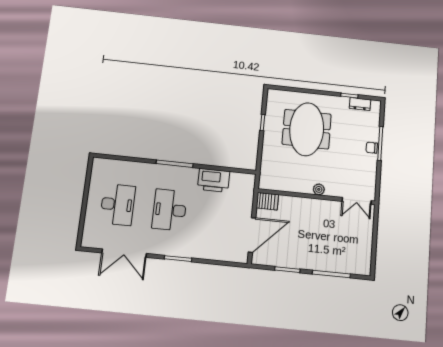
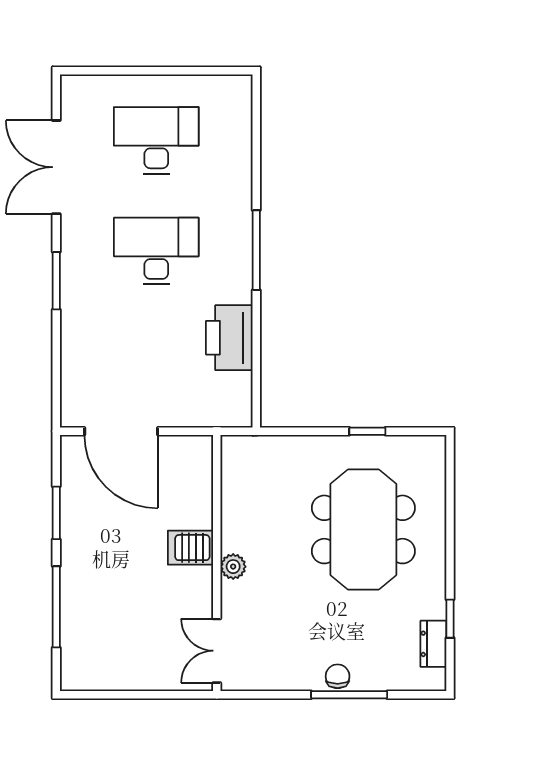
meeting table: (307, 129) -> (363, 529), turned 90
server rack: (267, 201) -> (191, 548), moved, turned 90
desk: (118, 205) -> (156, 140), turned 180

